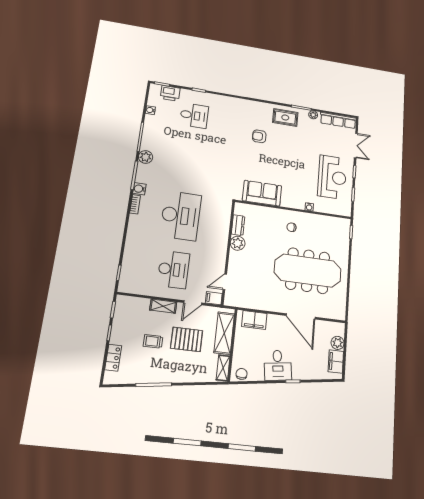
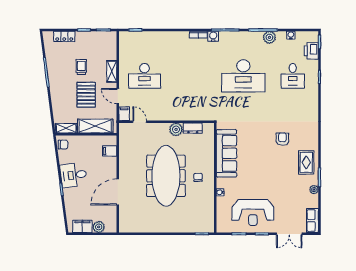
row of seats: (338, 120) -> (312, 221), width x0.68
plant: (146, 157) -> (269, 37), moved
sofa: (262, 193) -> (226, 153), width x1.36
desk: (181, 216) -> (243, 76), moved
meeting table: (308, 271) -> (166, 176), moved
filing cabinet: (254, 320) -> (110, 151), width x0.50

